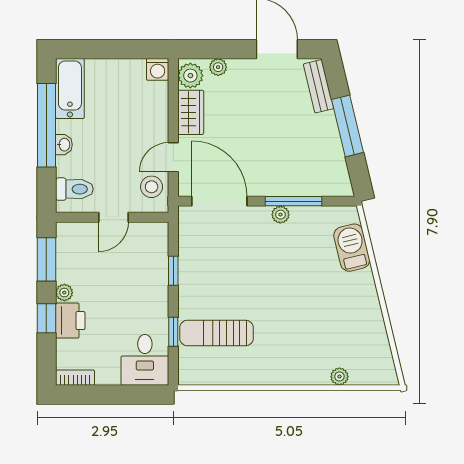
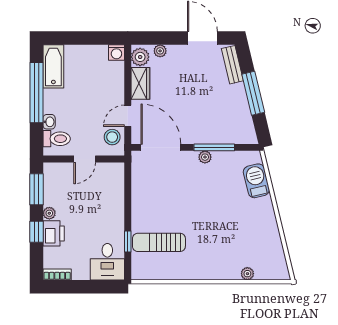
washbasin: (64, 145) -> (49, 122), moved
window: (173, 271) -> (128, 197), removed

